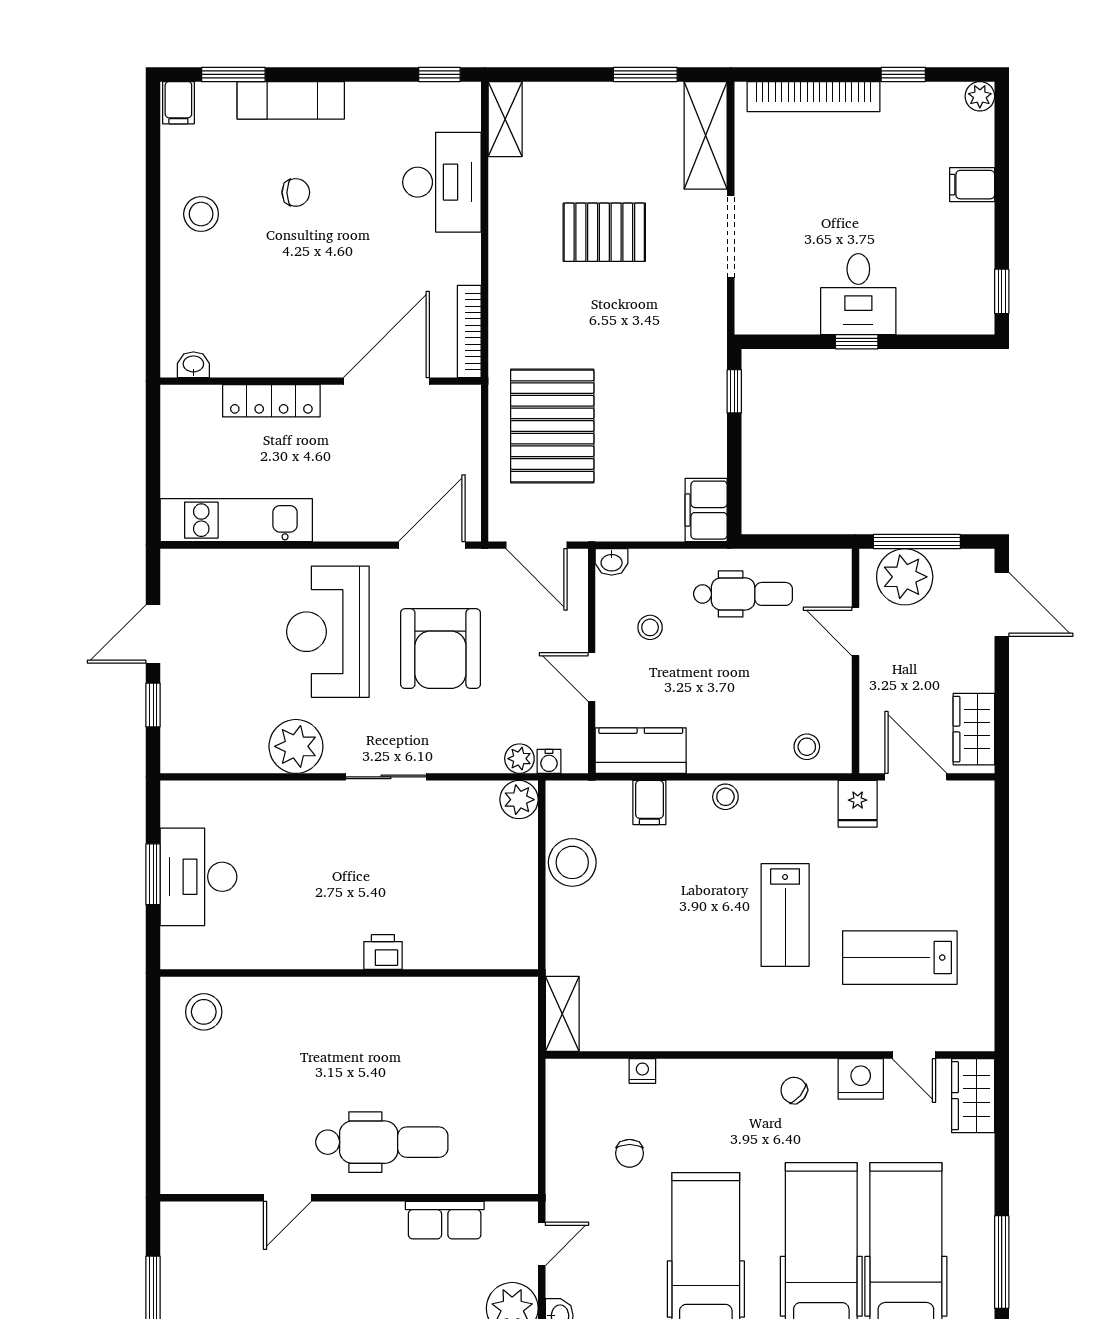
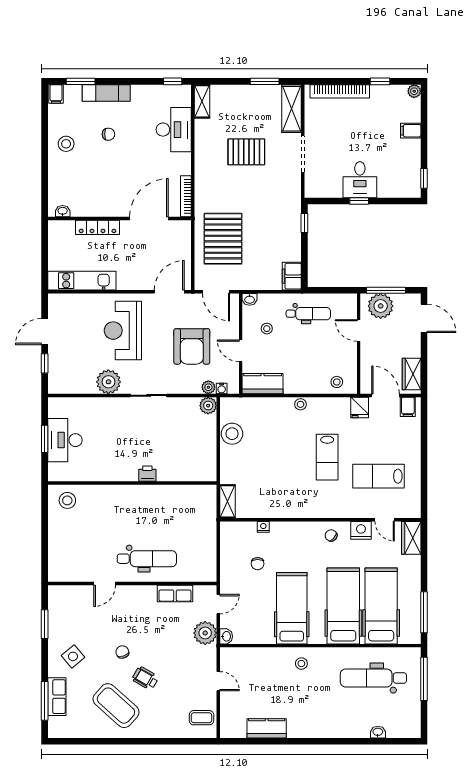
armchair: (440, 649) -> (192, 346), moved
filing cabinet: (649, 802) -> (408, 407), moved

